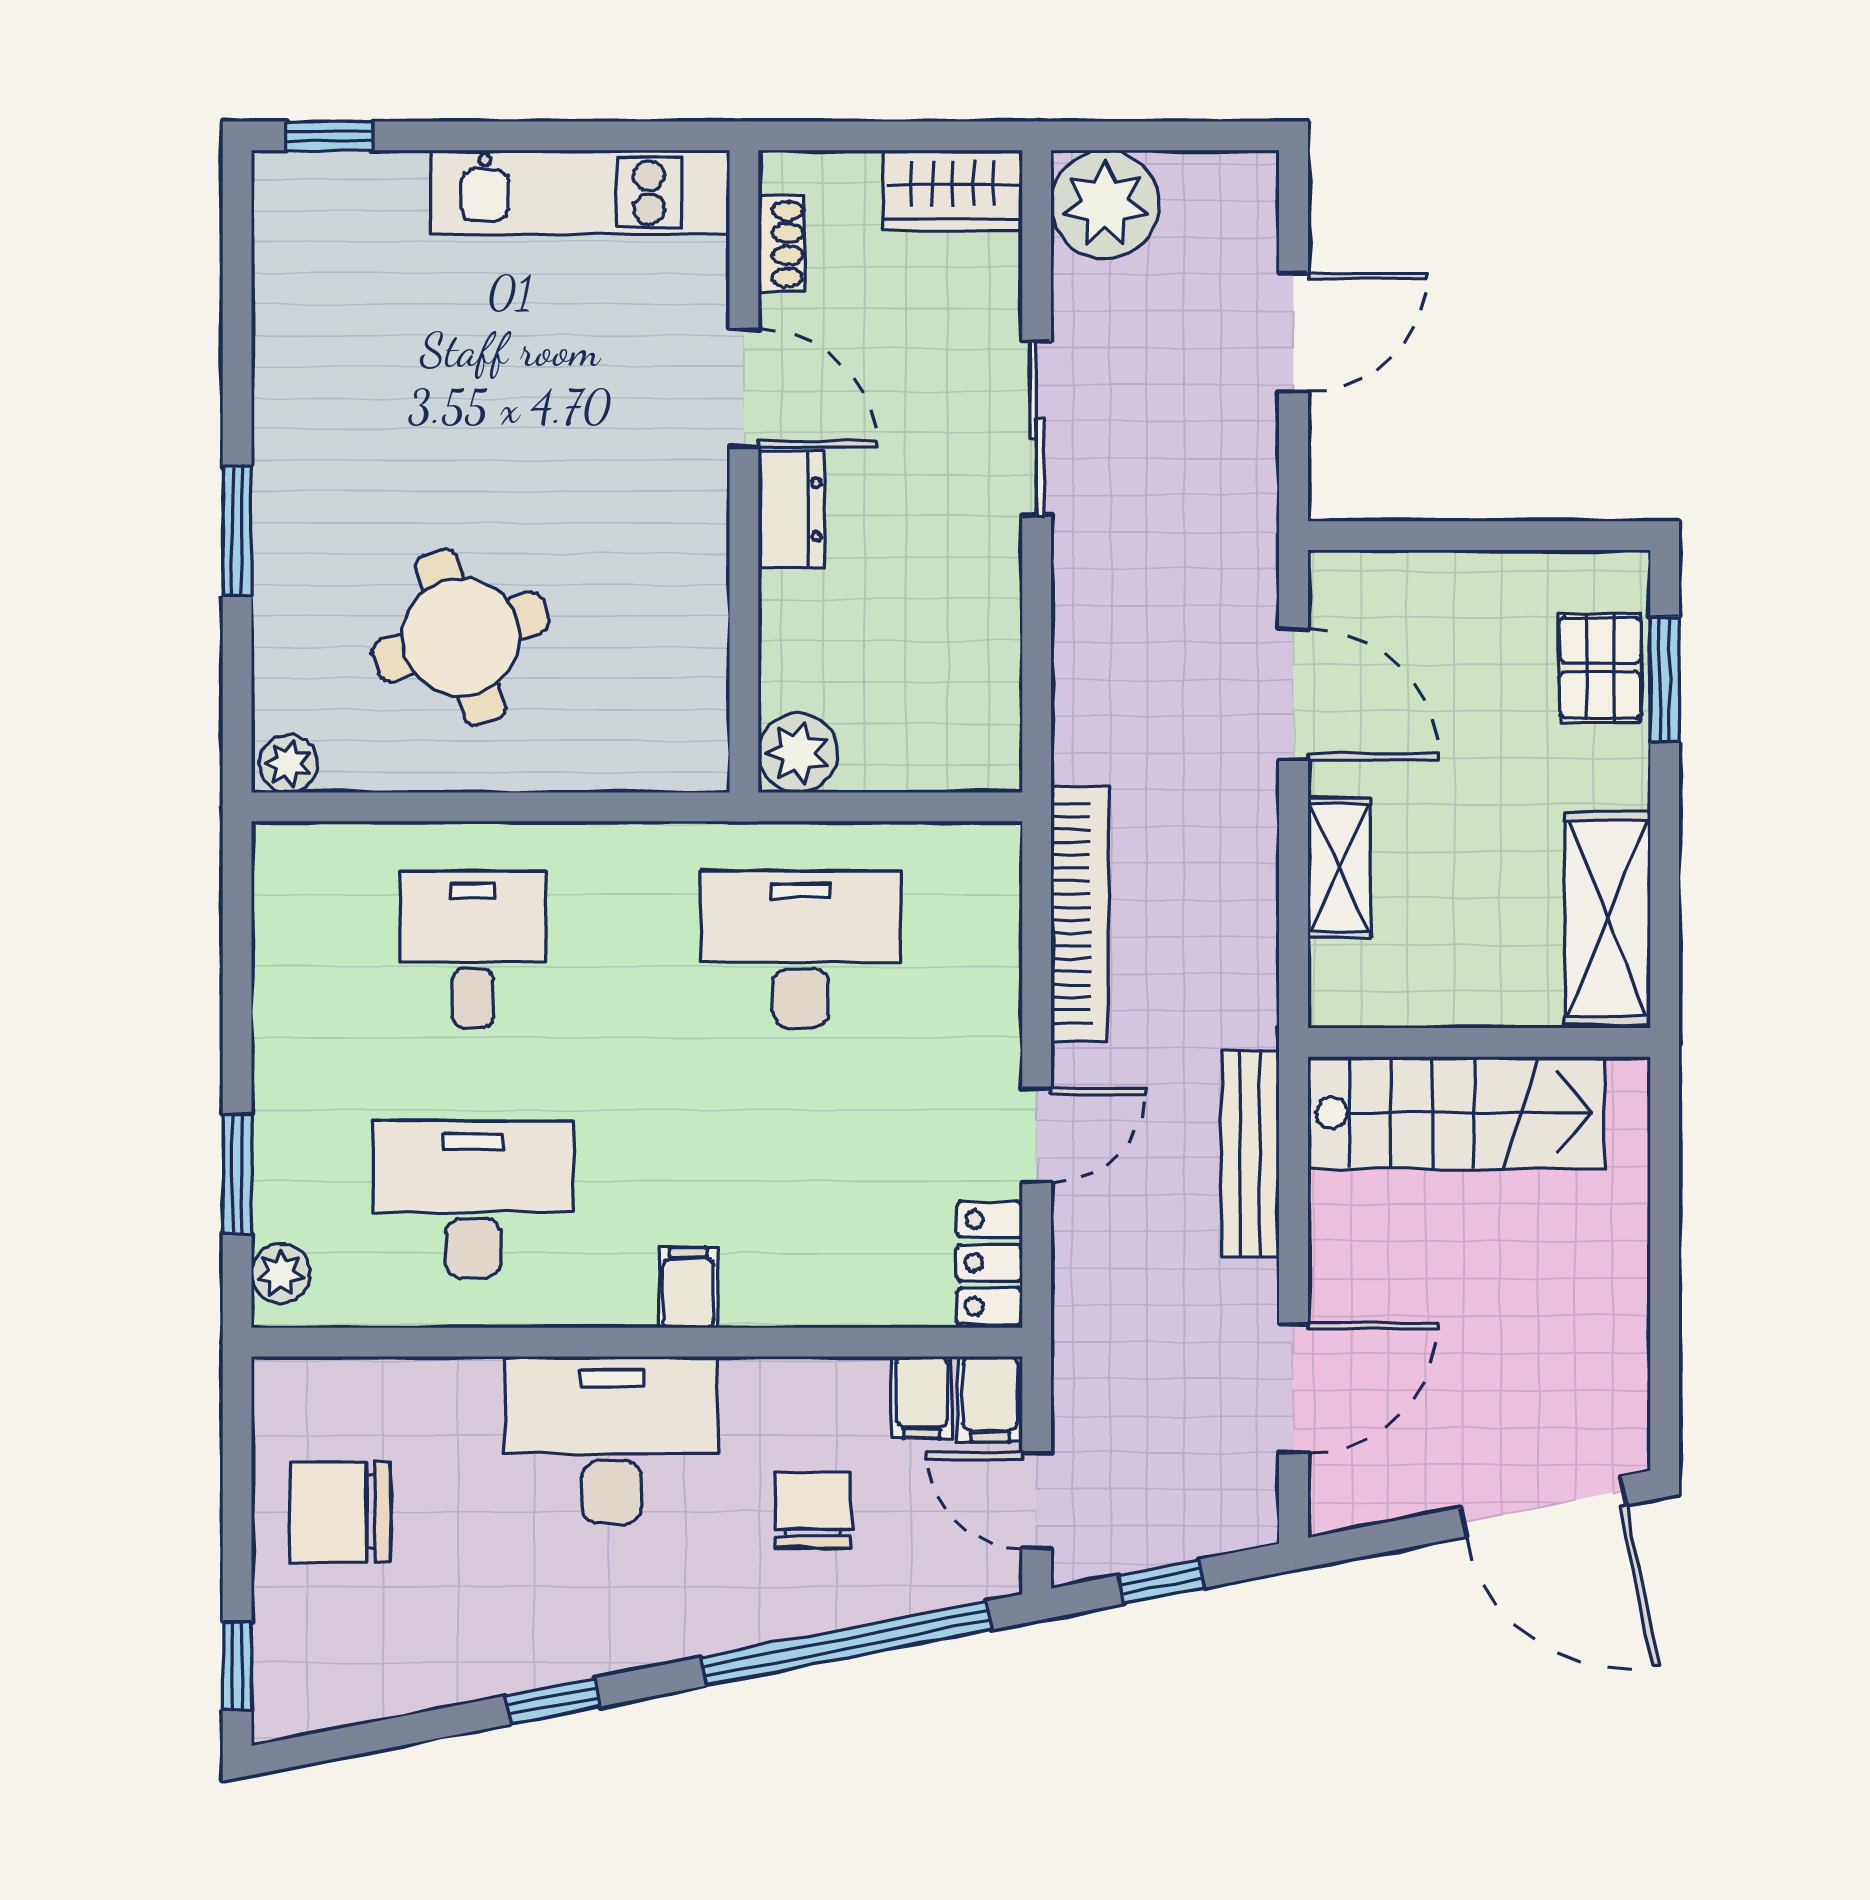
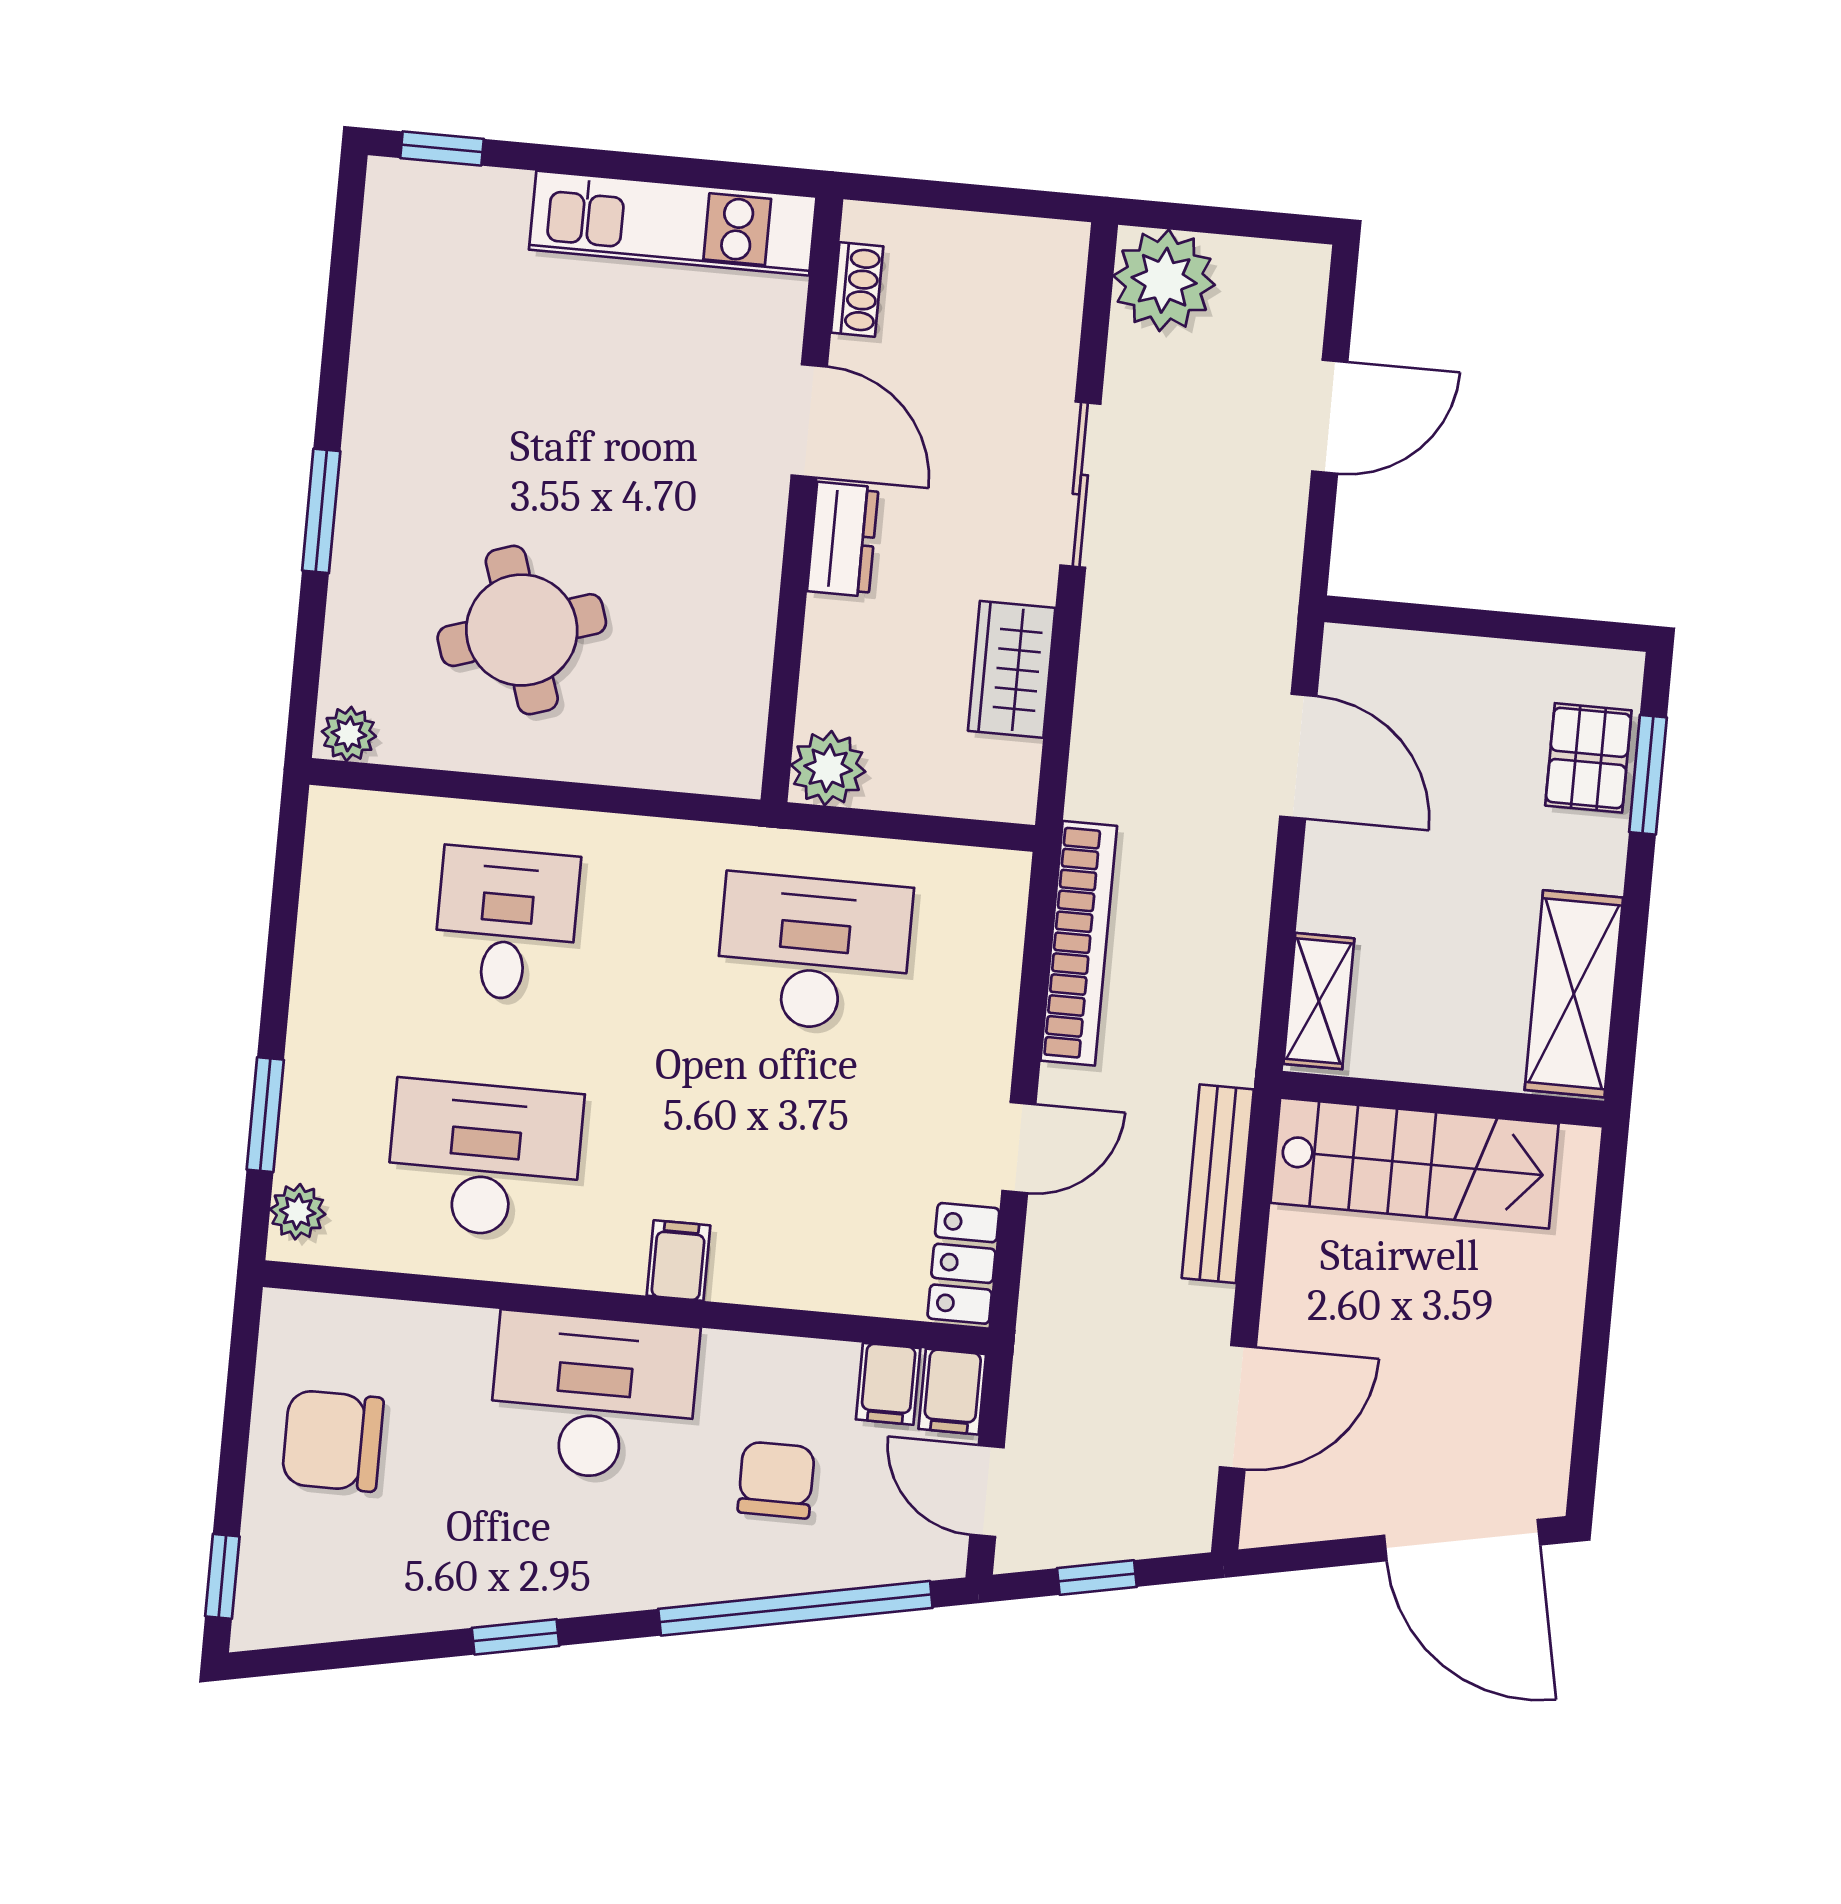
wardrobe: (953, 190) -> (1012, 669), moved, turned 90
shelving: (1339, 868) -> (1319, 1001), moved

